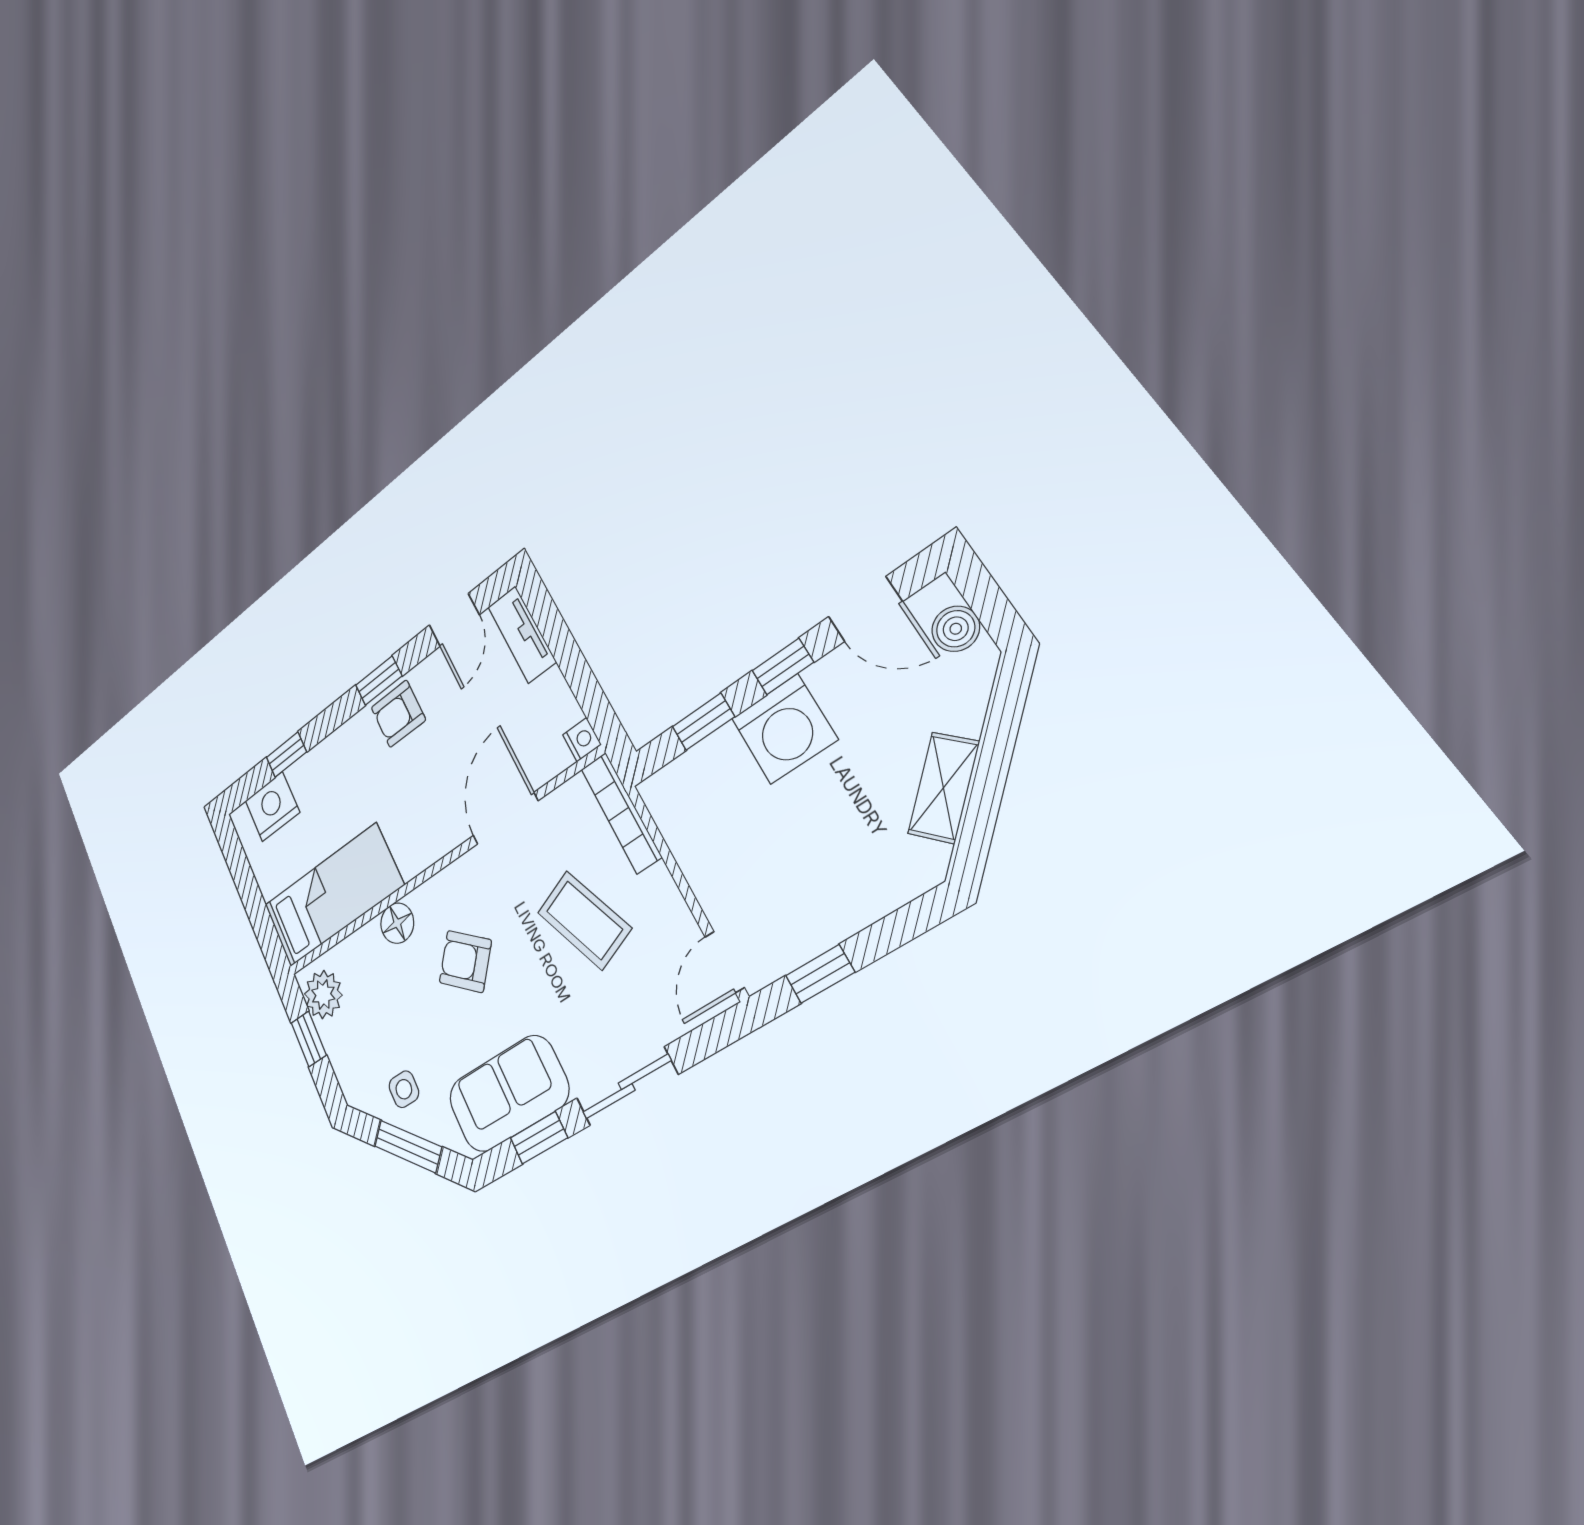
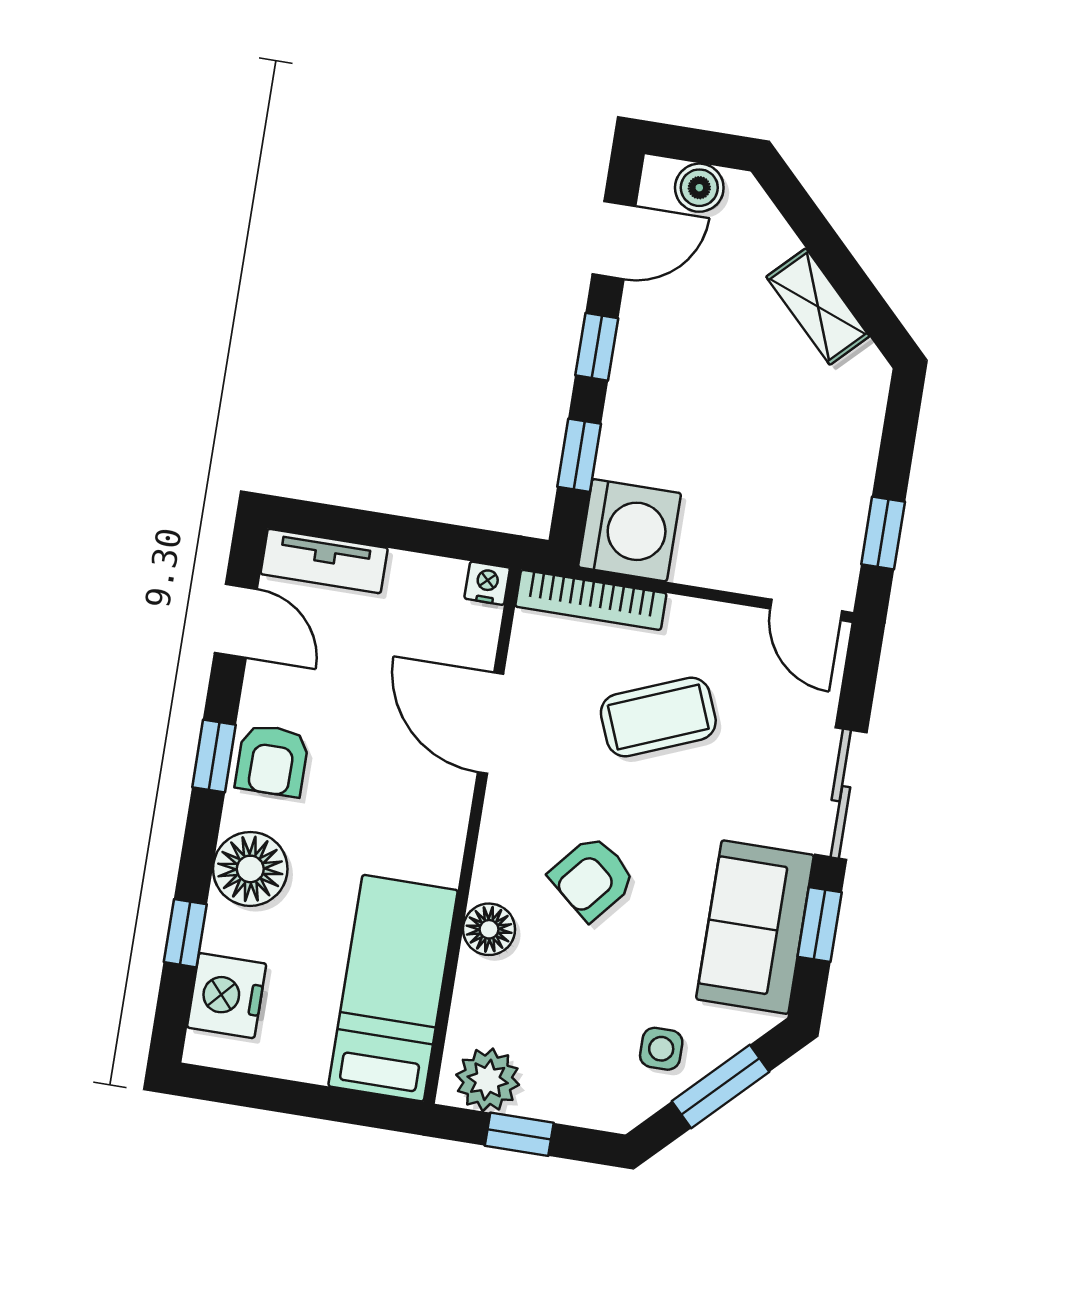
washing machine: (784, 729) -> (629, 530), moved
floor lamp: (338, 757) -> (250, 869), added

